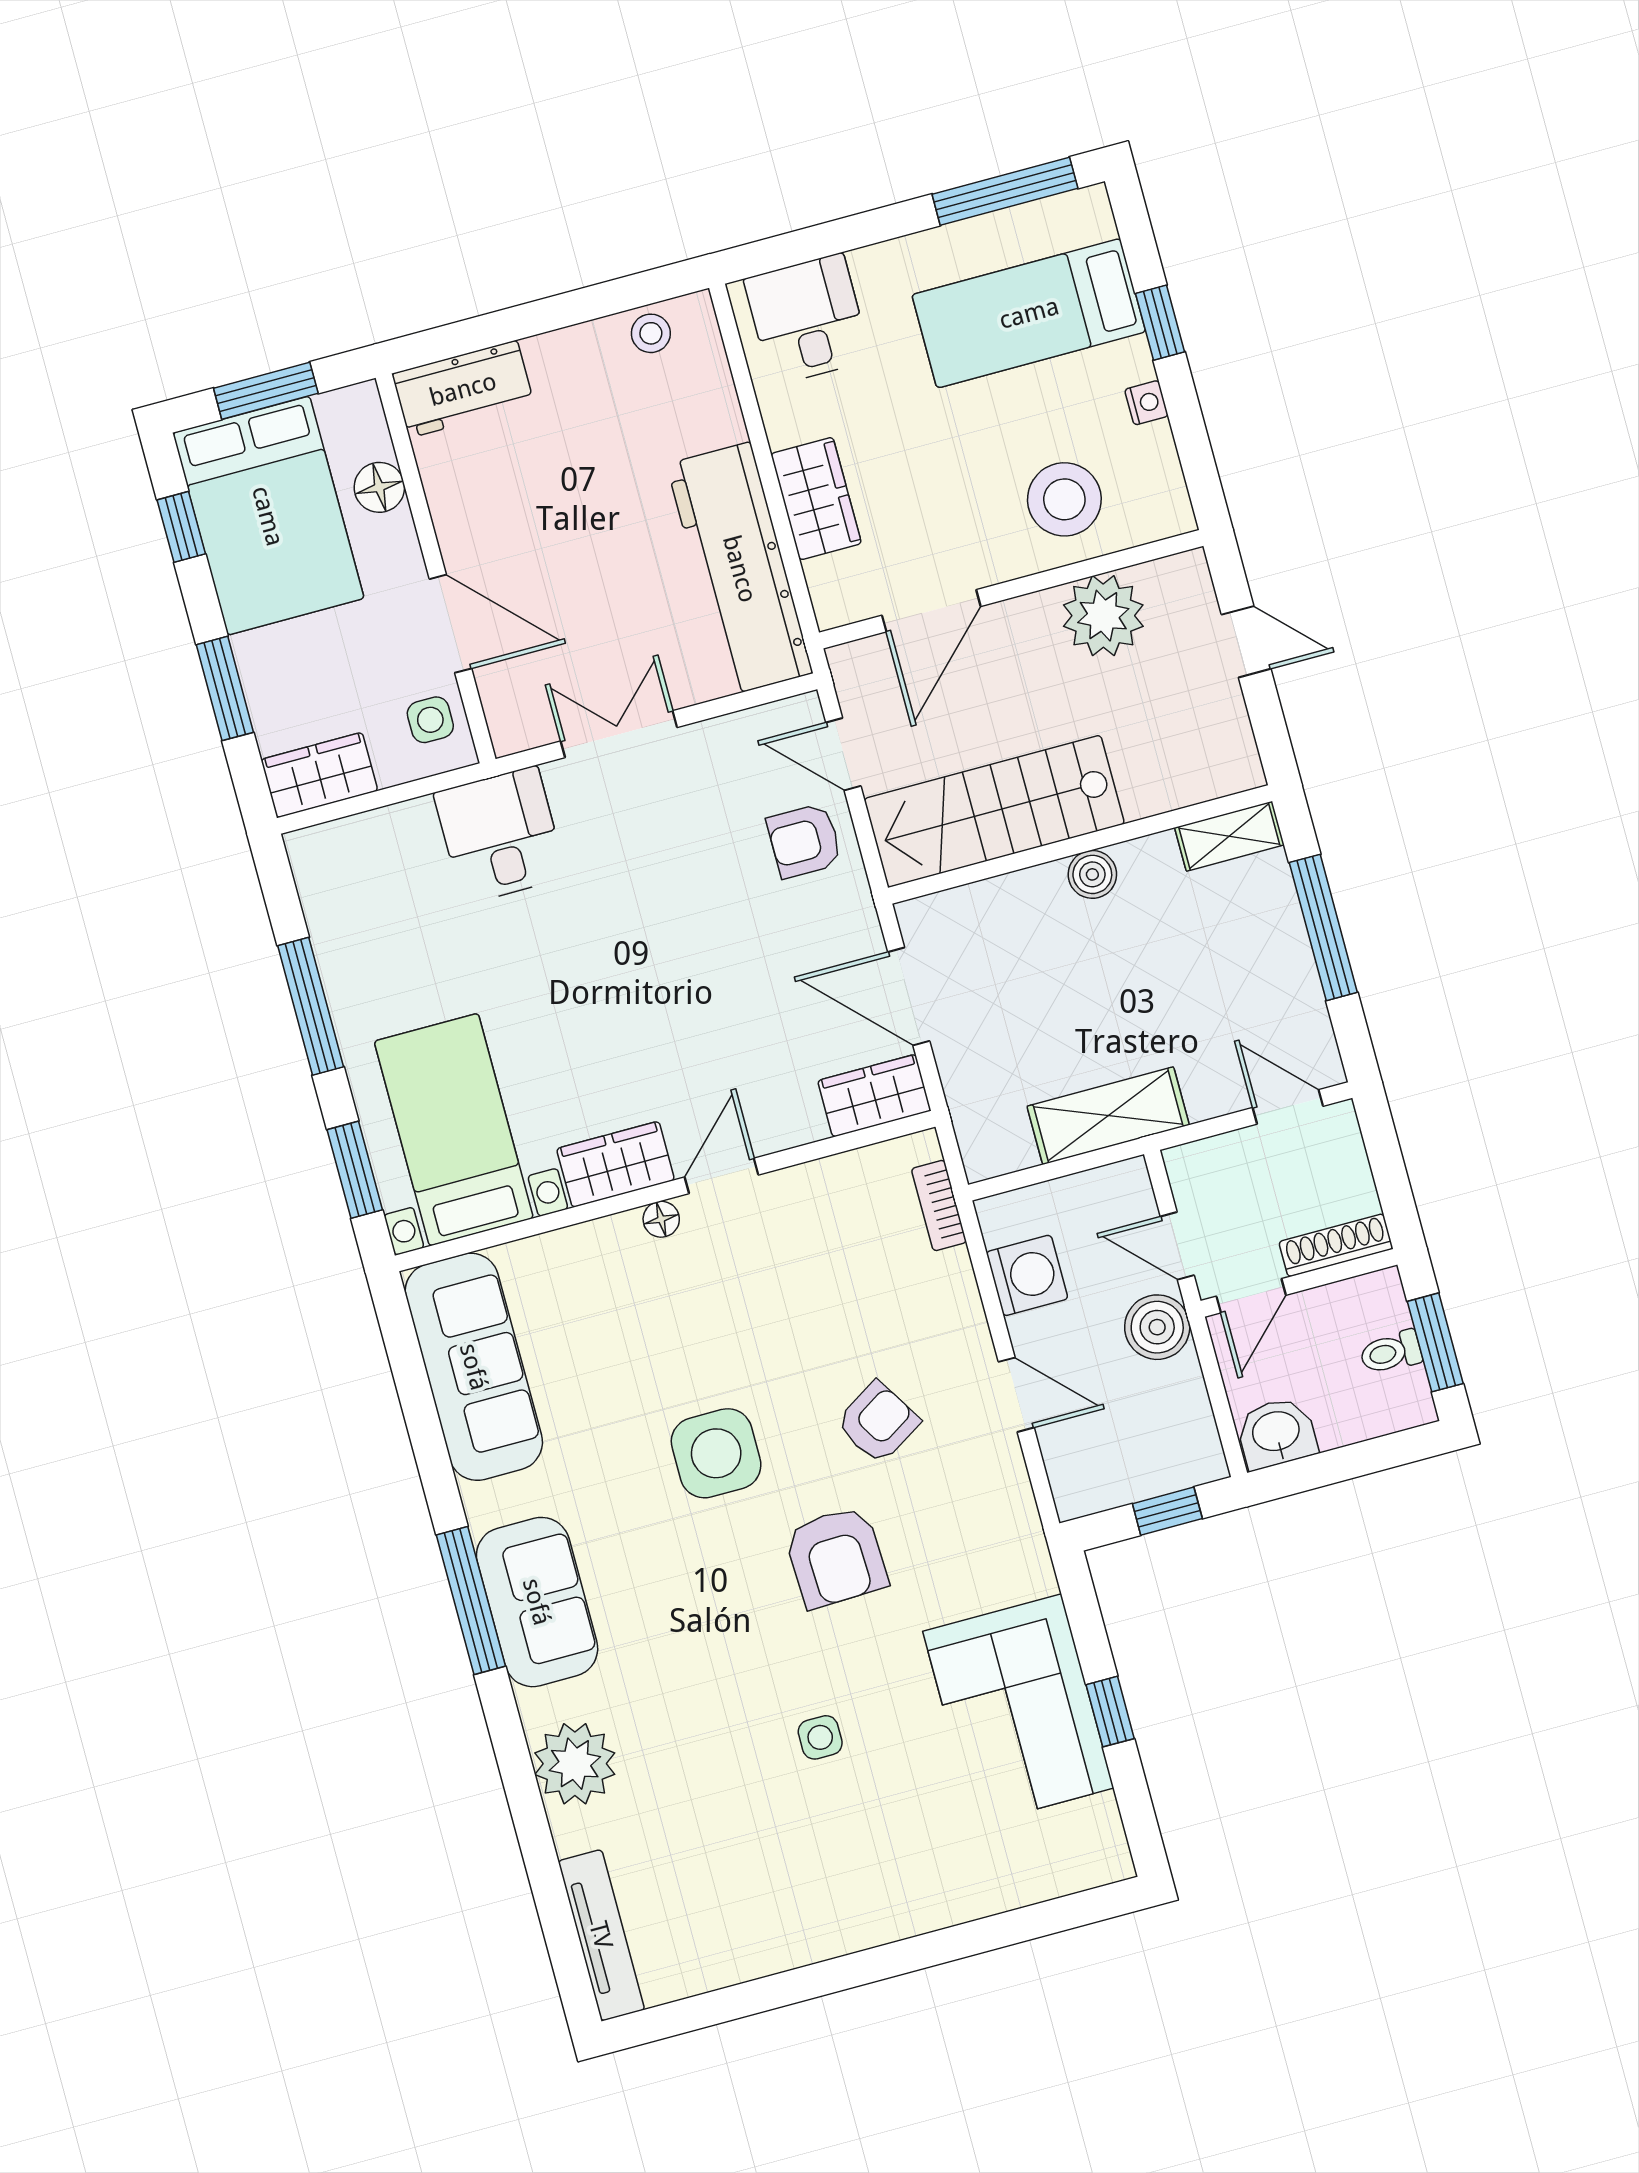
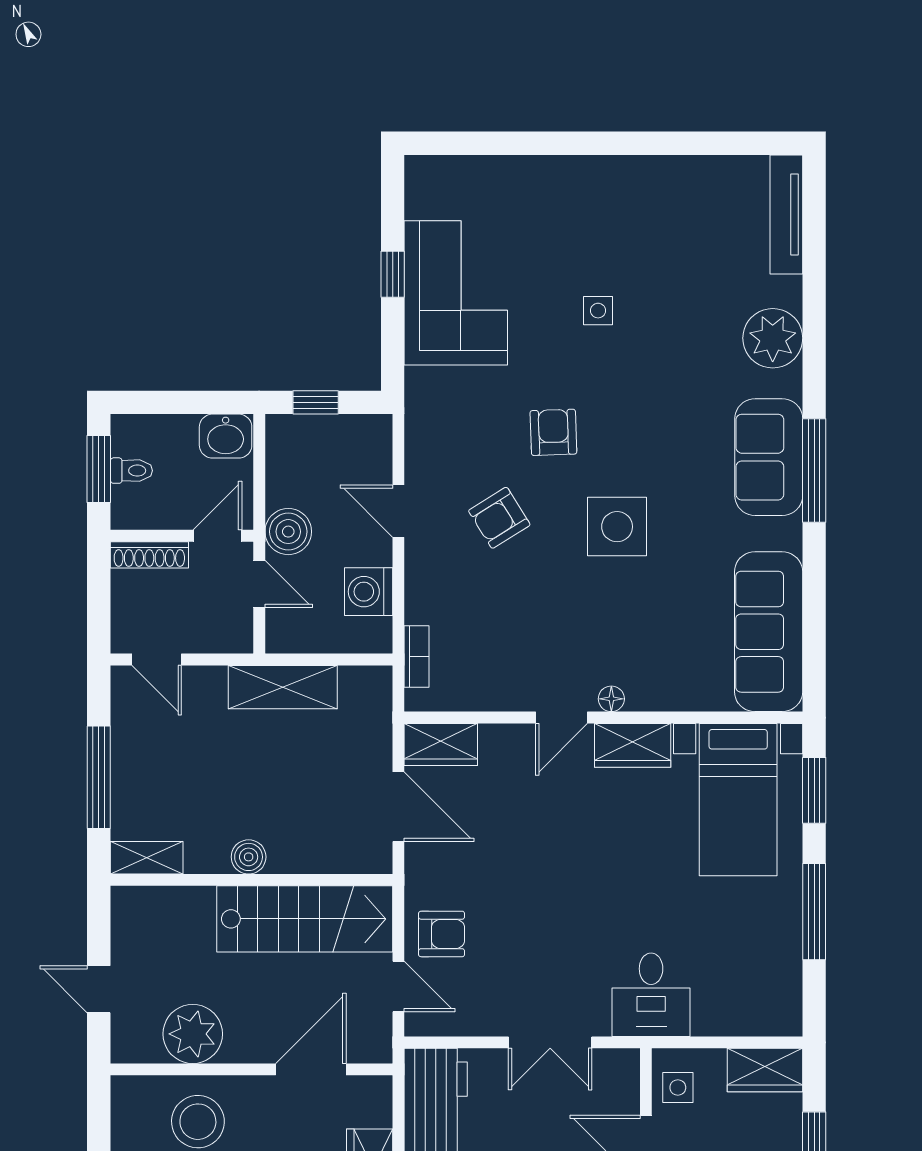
armchair: (836, 1557) -> (553, 432), width x0.72, depth x0.72

